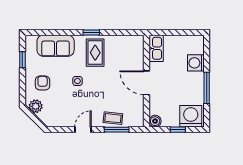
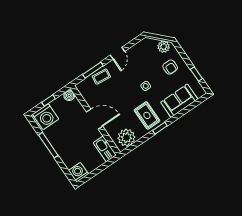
plant: (129, 45) -> (126, 138), added
washing machine: (196, 63) -> (78, 172), moved, turned -90

